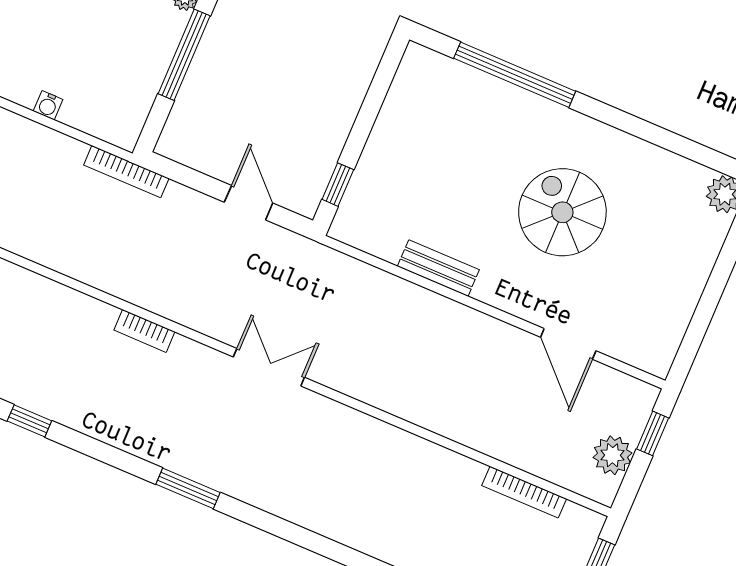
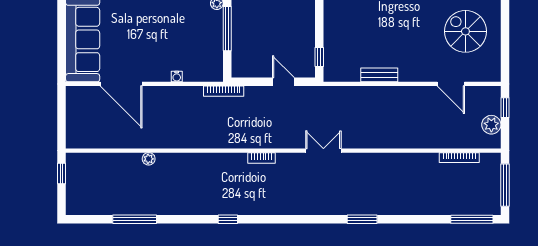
spiral stairs: (562, 212) -> (465, 31), moved
window: (188, 488) -> (362, 219), moved

